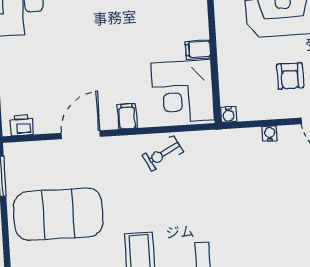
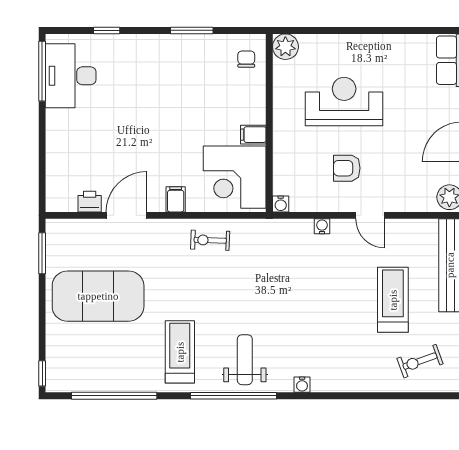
armchair: (290, 76) -> (347, 168), turned 90
printer: (22, 125) -> (90, 202), moved
exercise bike: (163, 154) -> (210, 240), turned 30

